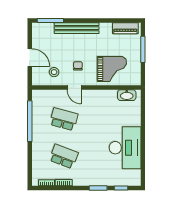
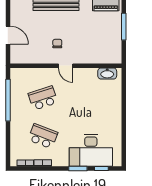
grand piano: (112, 69) -> (92, 47), removed
stool: (54, 72) -> (33, 50), removed
door: (74, 87) -> (66, 66), moved
school desk: (64, 119) -> (43, 98), turned -33
desk: (125, 148) -> (91, 150), moved, turned 90

